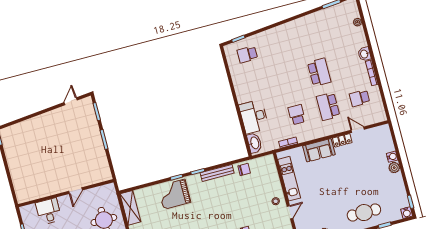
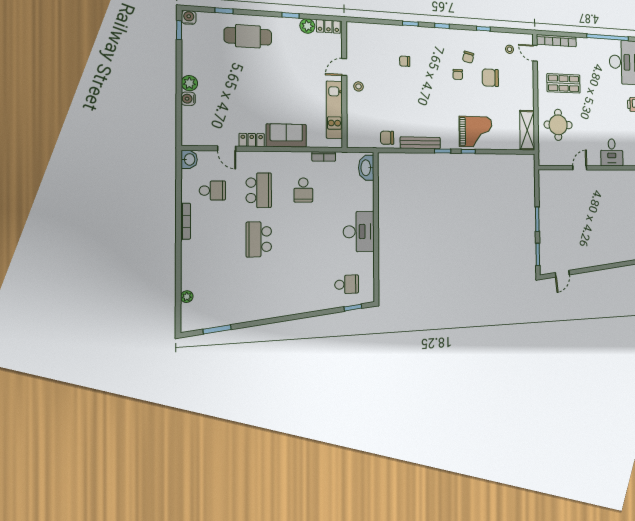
washbasin: (364, 54) -> (189, 159), moved
desk: (254, 117) -> (359, 232), moved

